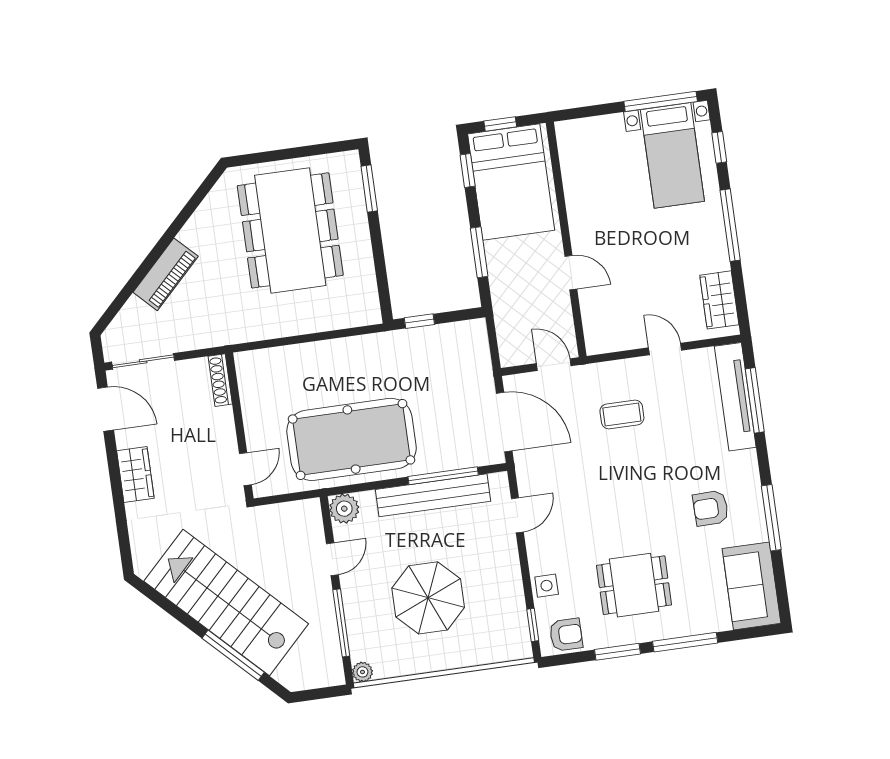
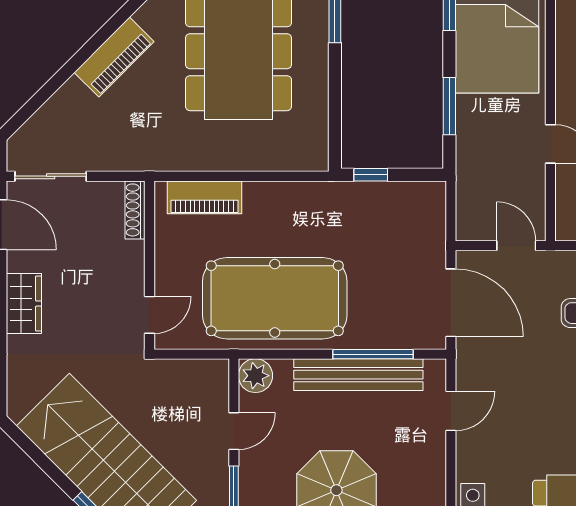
piano: (166, 274) -> (114, 57), moved
piano: (279, 361) -> (204, 197), added

